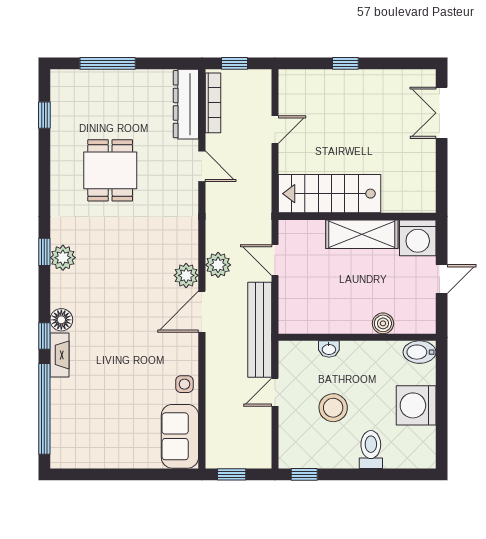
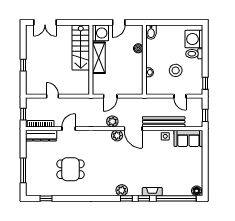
stairs: (330, 194) -> (81, 48), moved
window: (44, 252) -> (126, 198), moved
plant: (63, 258) -> (122, 190), moved
door: (442, 279) -> (119, 22), swing flipped
floor lamp: (61, 320) -> (197, 191), moved
bench: (260, 330) -> (164, 122), moved
door: (275, 392) -> (180, 96), moved
washing machine: (416, 405) -> (194, 39), moved, turned 90

